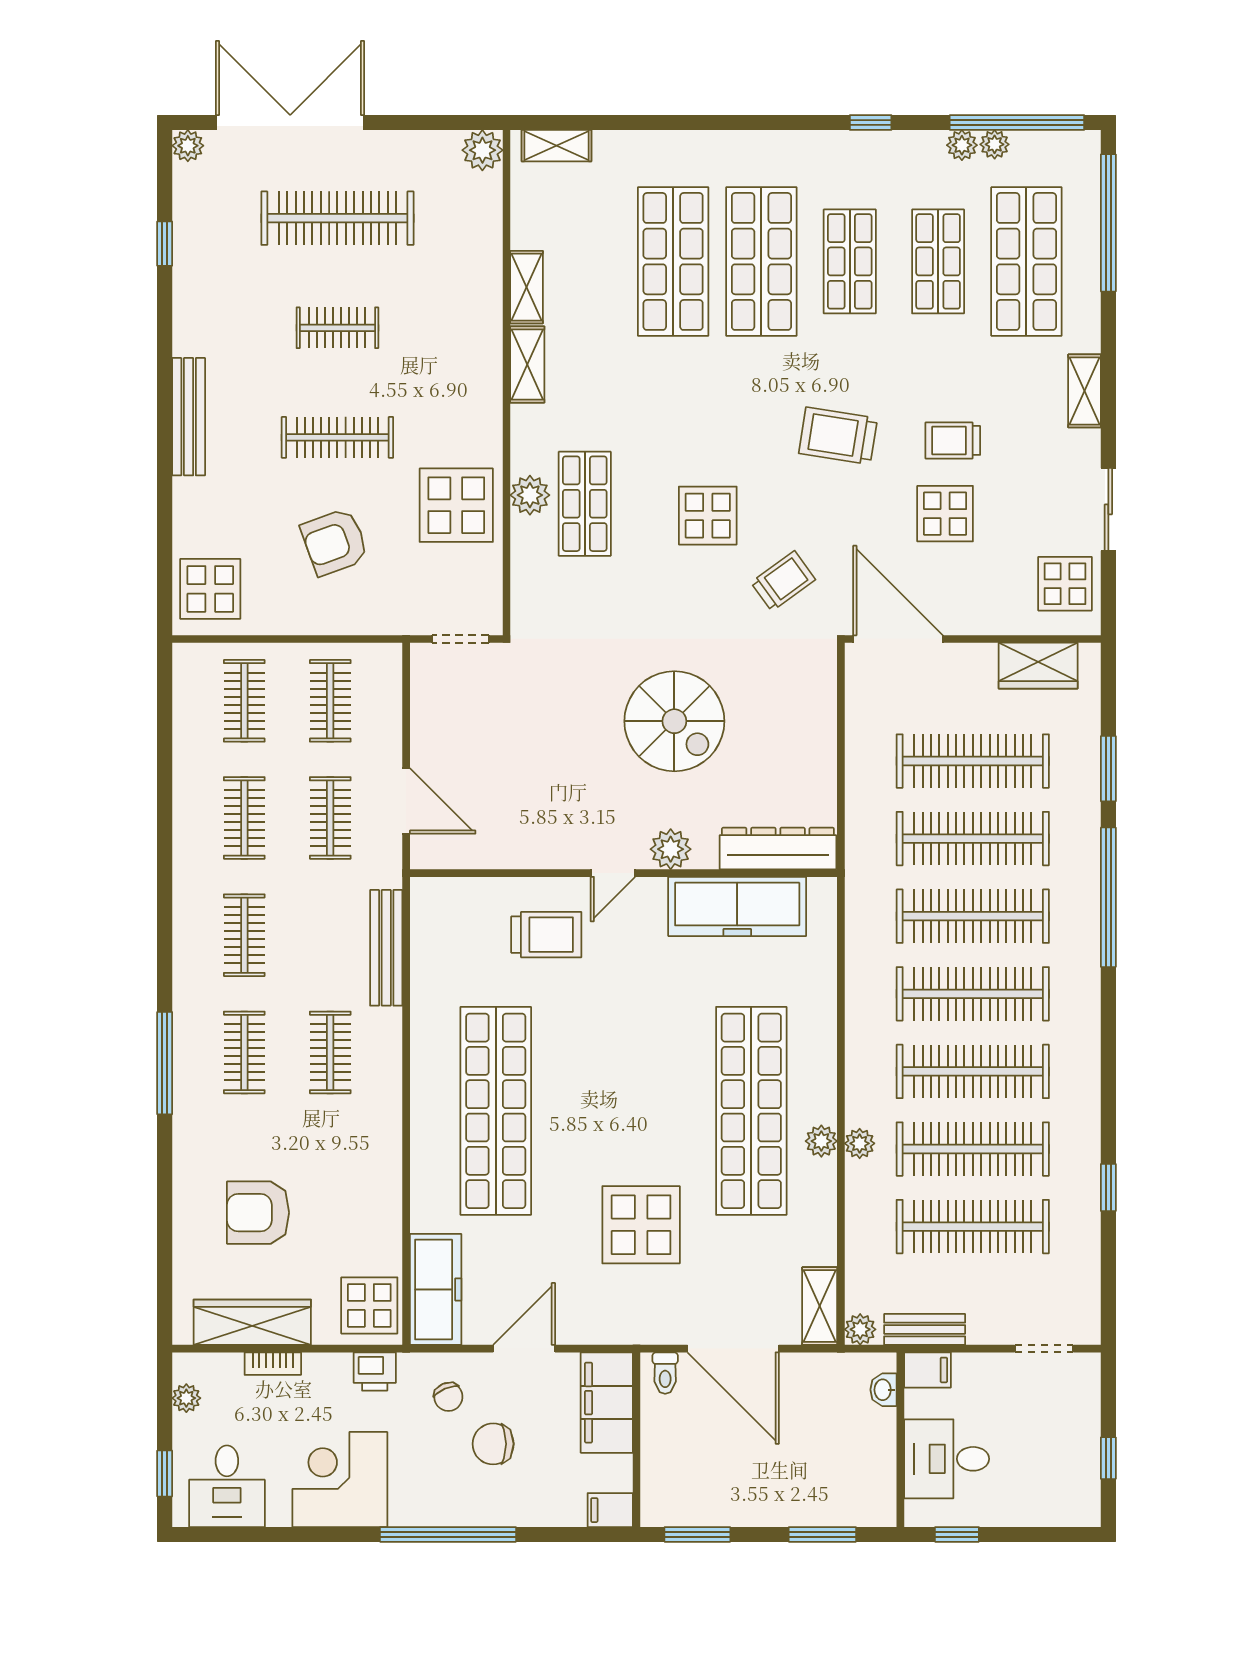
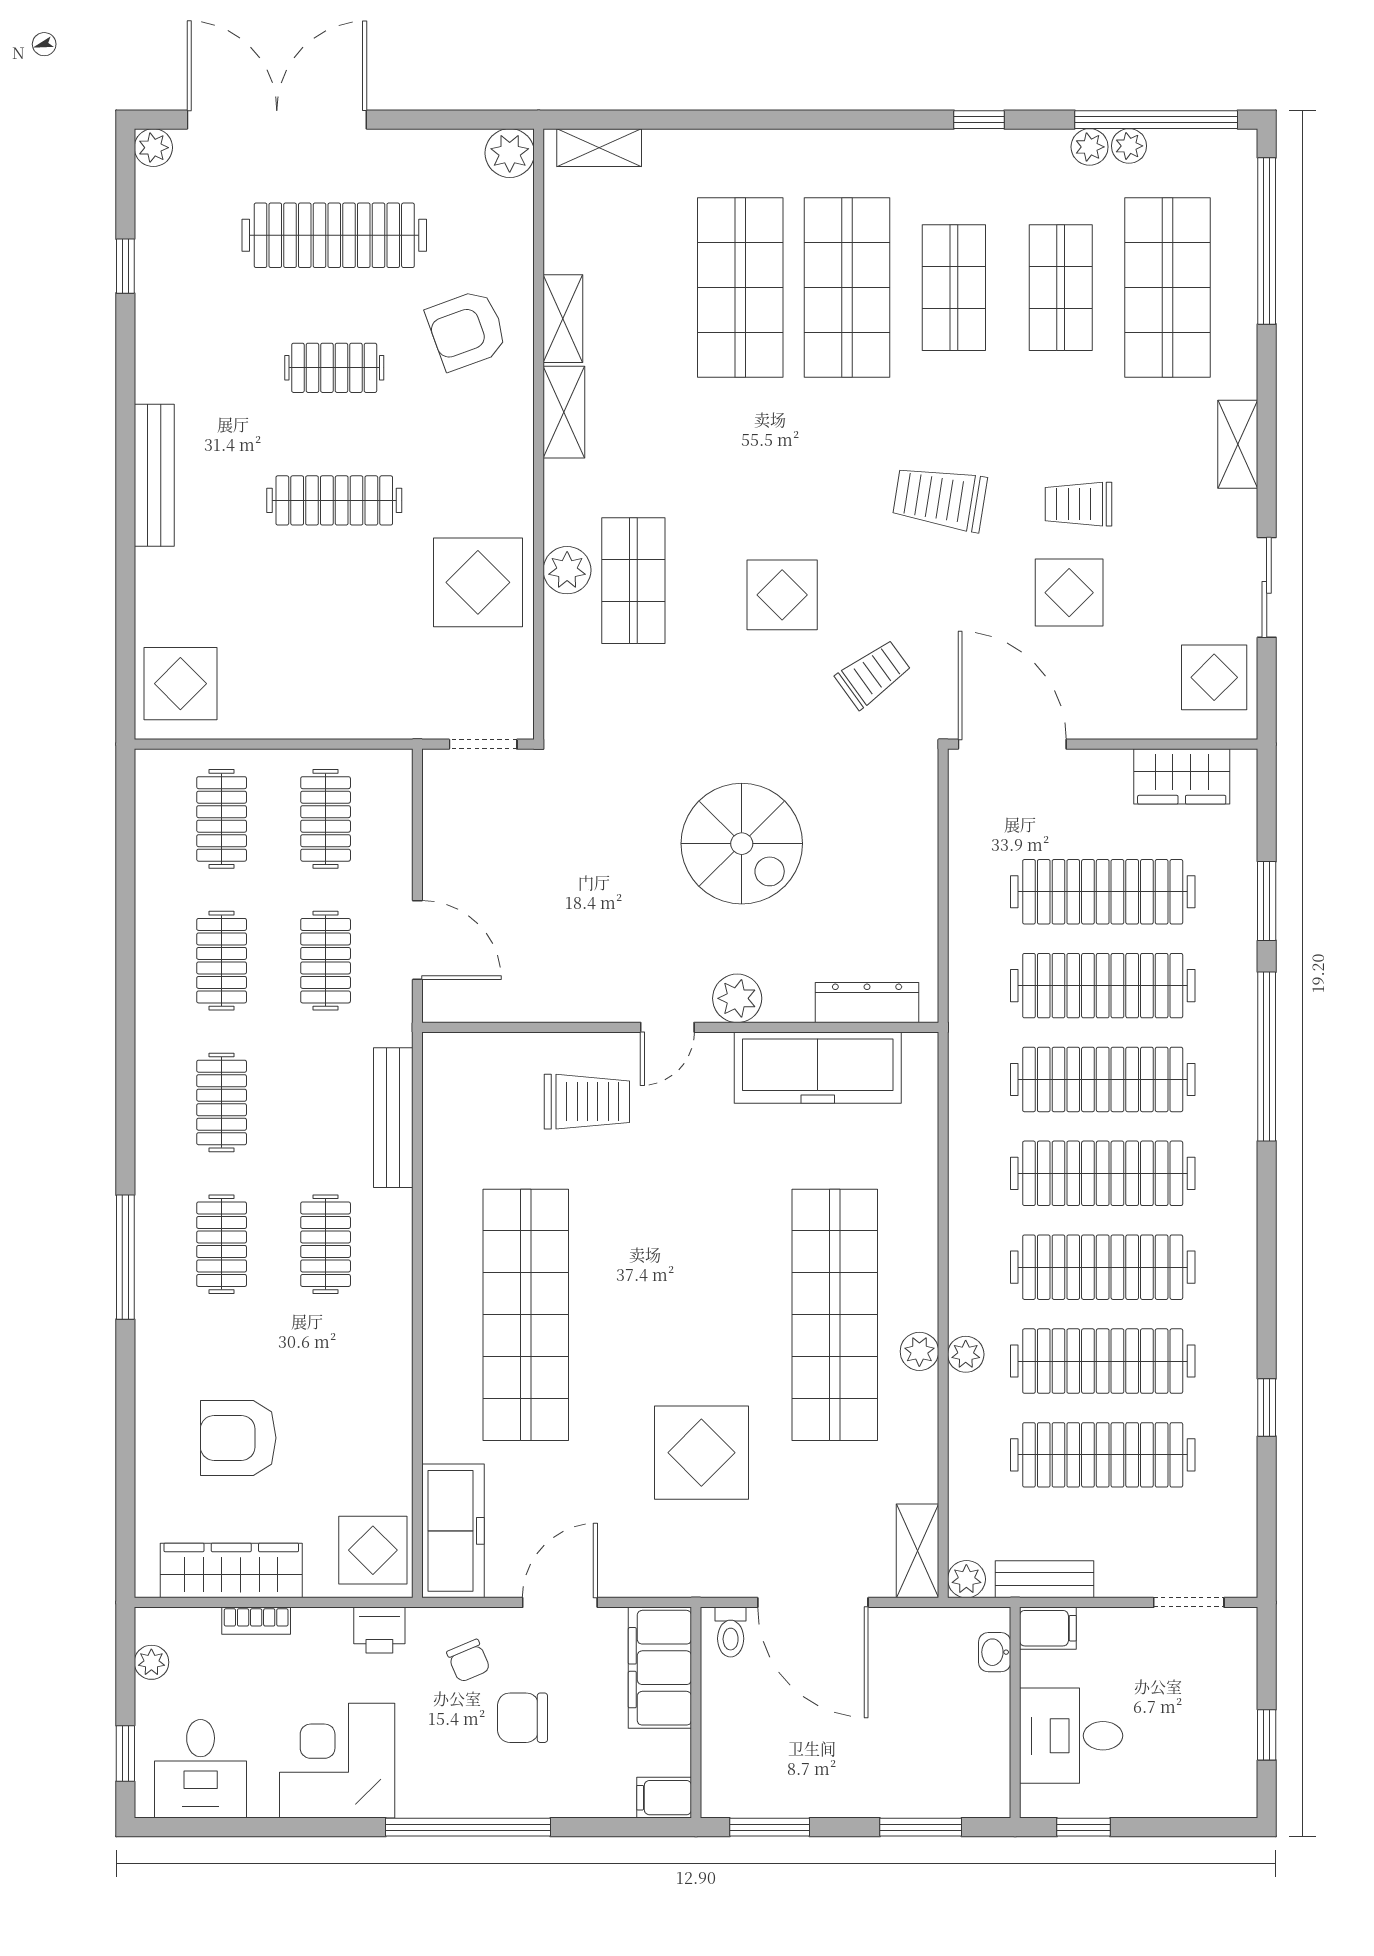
armchair: (335, 542) -> (467, 330), moved
dresser: (778, 849) -> (867, 1003), width x0.73, depth x0.80

